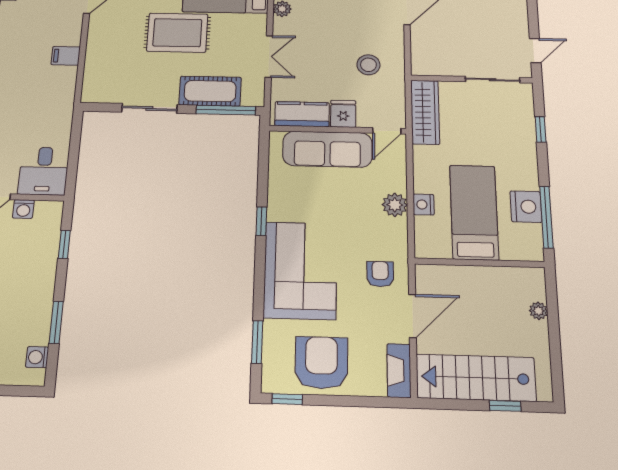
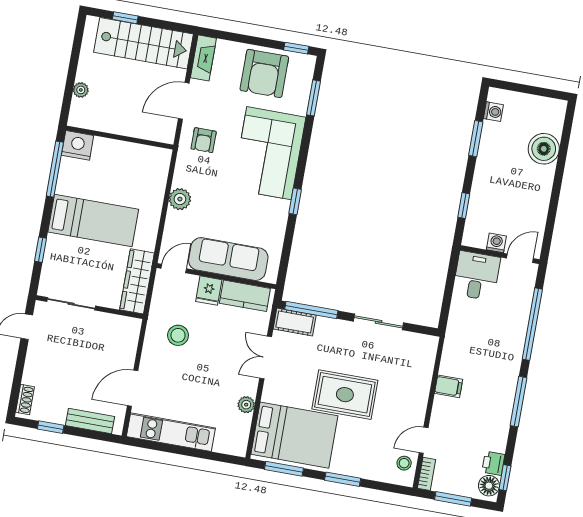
cot: (210, 91) -> (295, 322), moved, width x0.73, depth x0.75
nightstand: (424, 205) -> (156, 196), removed
nightstand: (526, 207) -> (78, 145), moved, turned 90
bed: (474, 212) -> (93, 221), moved, turned -90

